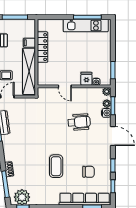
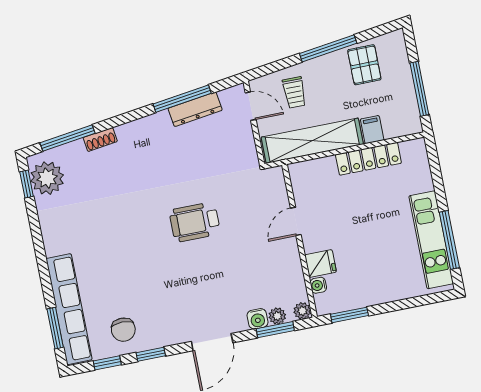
wheelchair: (79, 122) -> (195, 222), moved, turned 94
coffee table: (56, 166) -> (126, 236), removed
chair: (88, 172) -> (123, 330), moved

